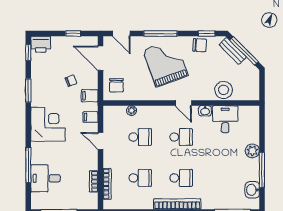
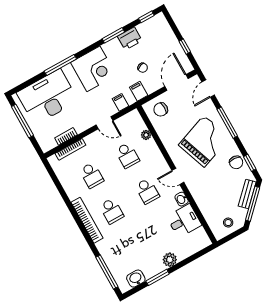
printer: (41, 44) -> (130, 38), moved, turned -90
stool: (224, 90) -> (228, 223), moved, width x0.53, depth x0.53
door: (183, 103) -> (178, 176), hinge flipped
door: (100, 141) -> (105, 123), swing flipped
window: (28, 165) -> (60, 65), moved
window: (262, 170) -> (158, 277), width x0.69
desk: (46, 178) -> (47, 97), width x1.87, depth x1.30

